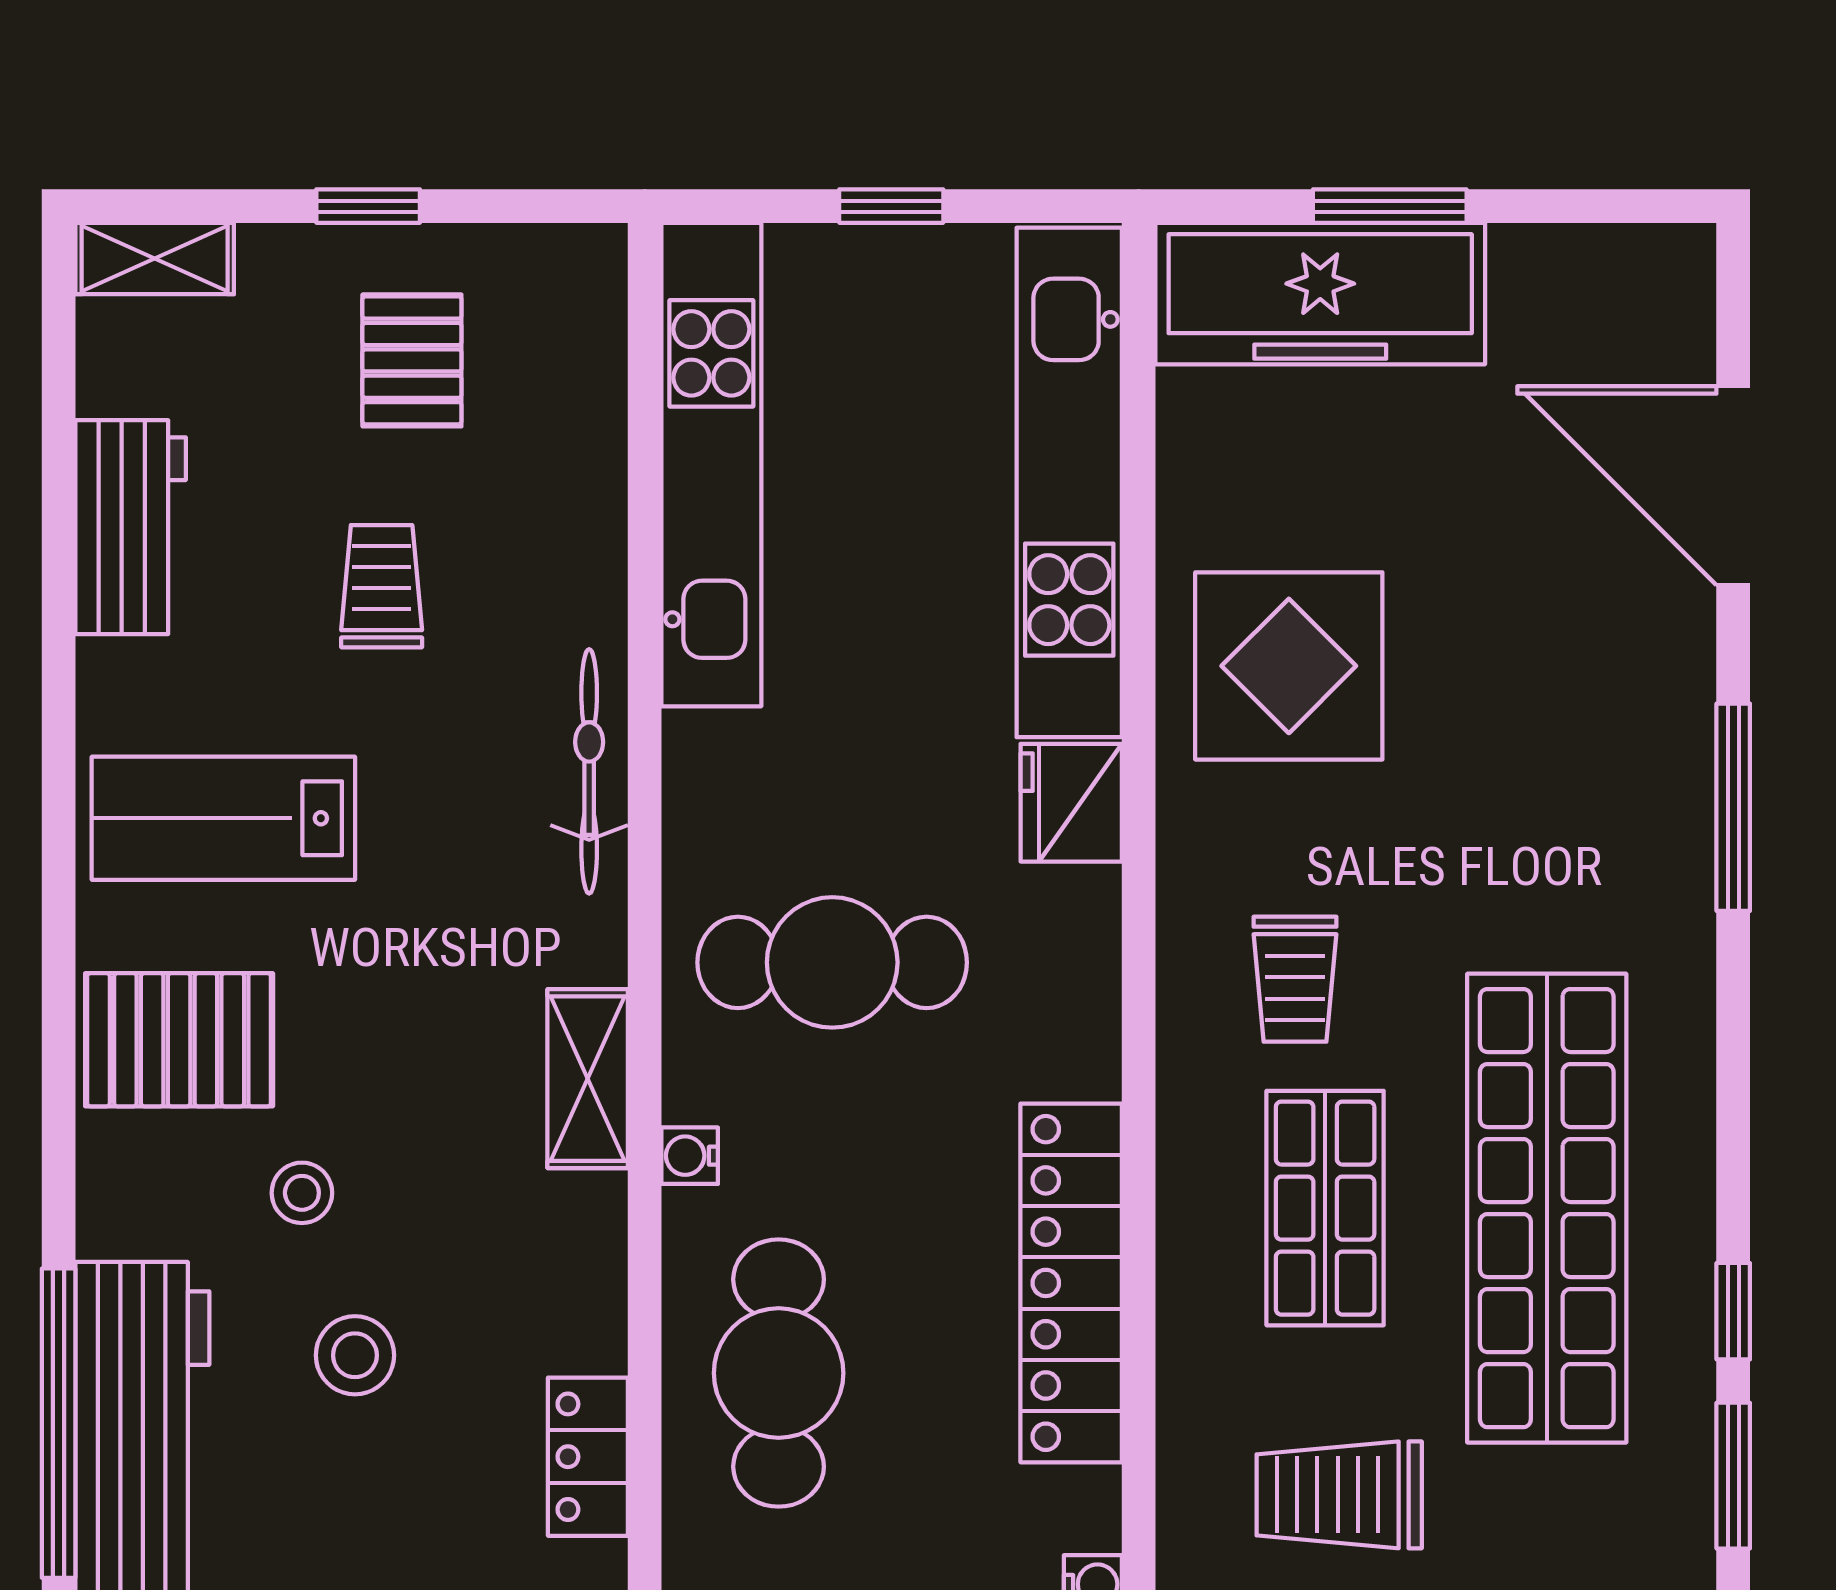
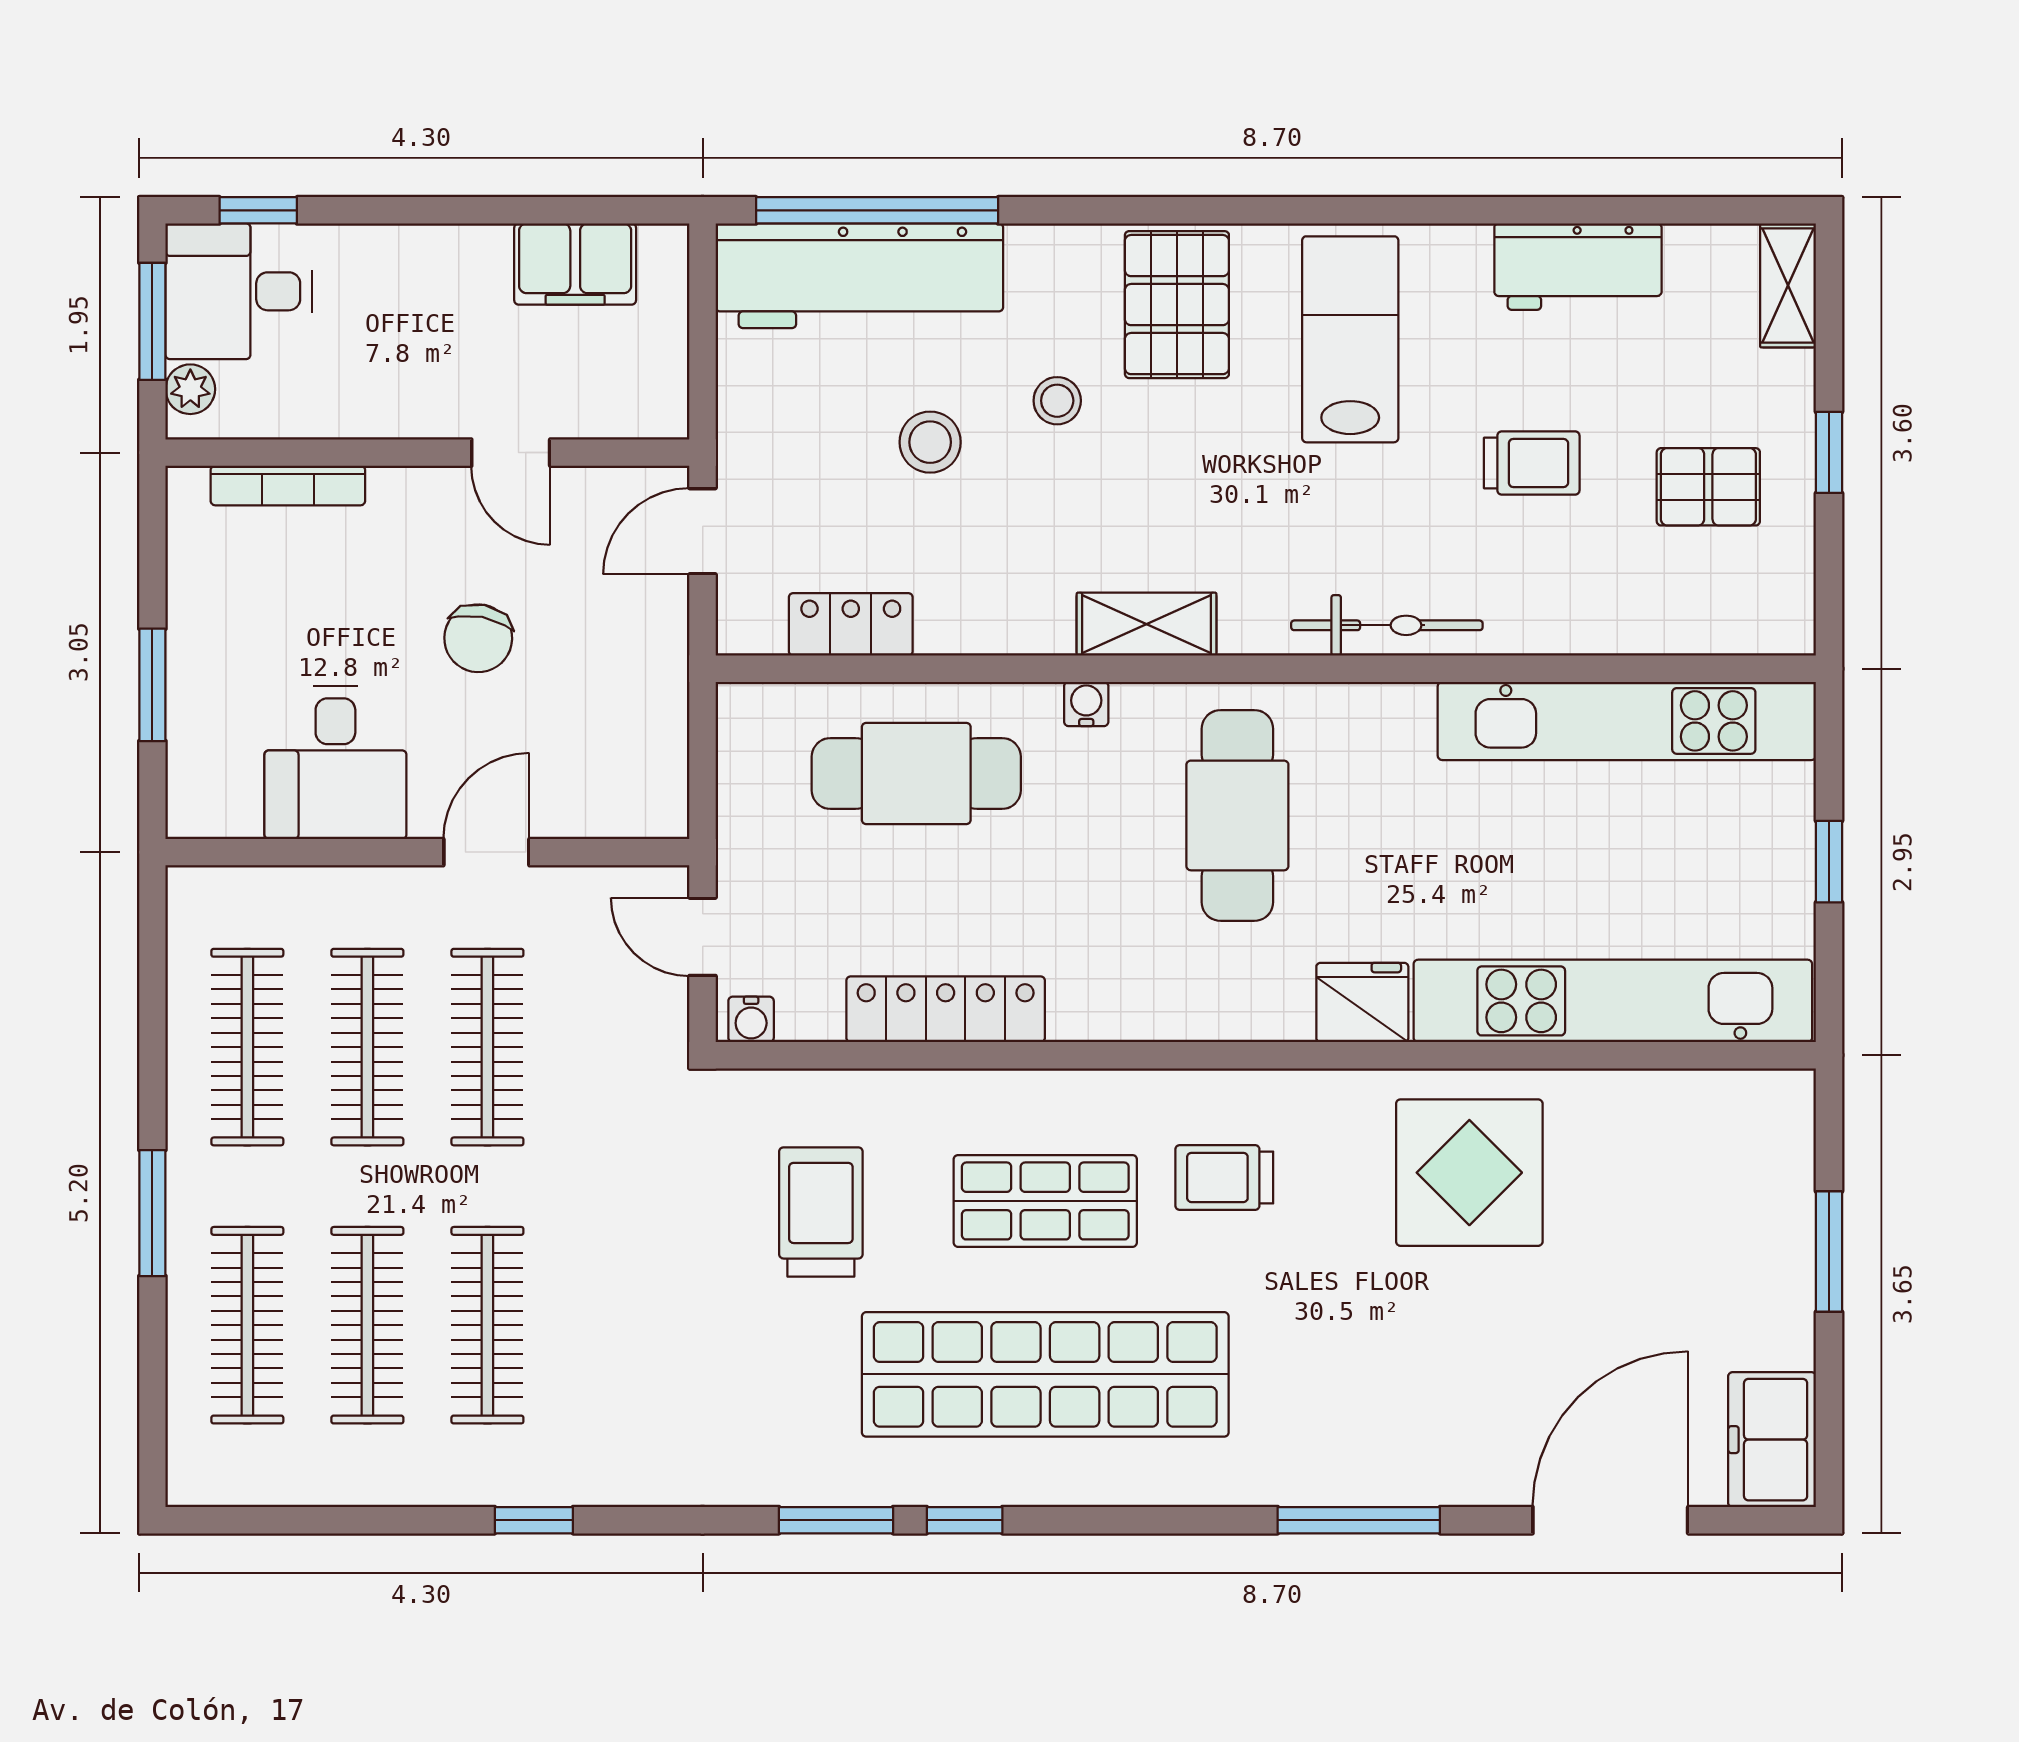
freezer: (1320, 294) -> (1772, 1440), moved, width x0.52, depth x0.79
locker: (1071, 1283) -> (946, 1009), width x0.71, depth x0.83

